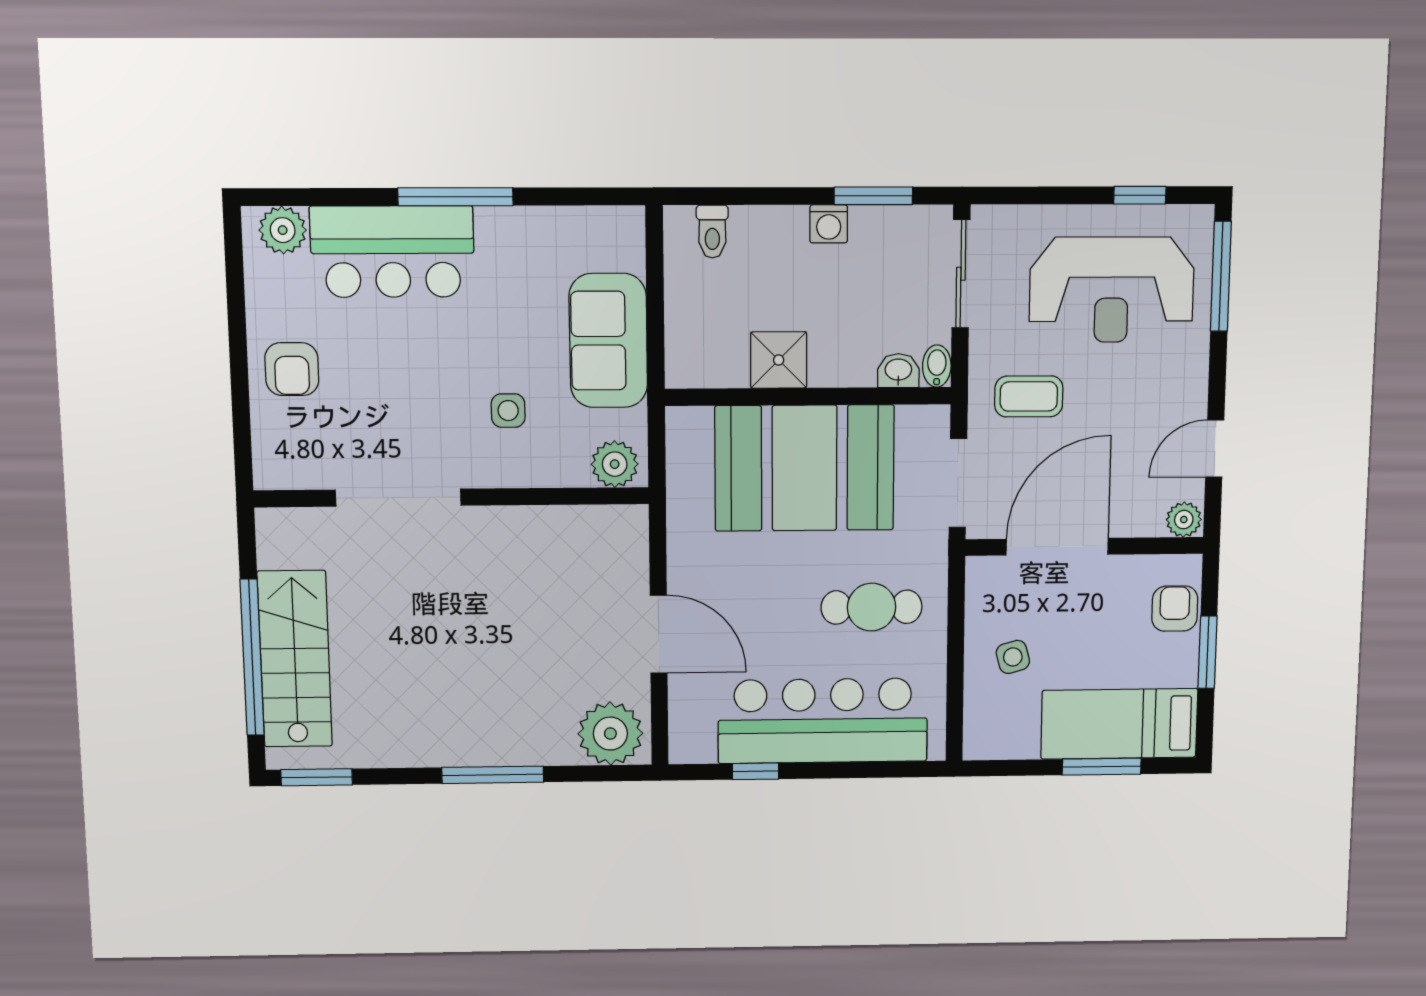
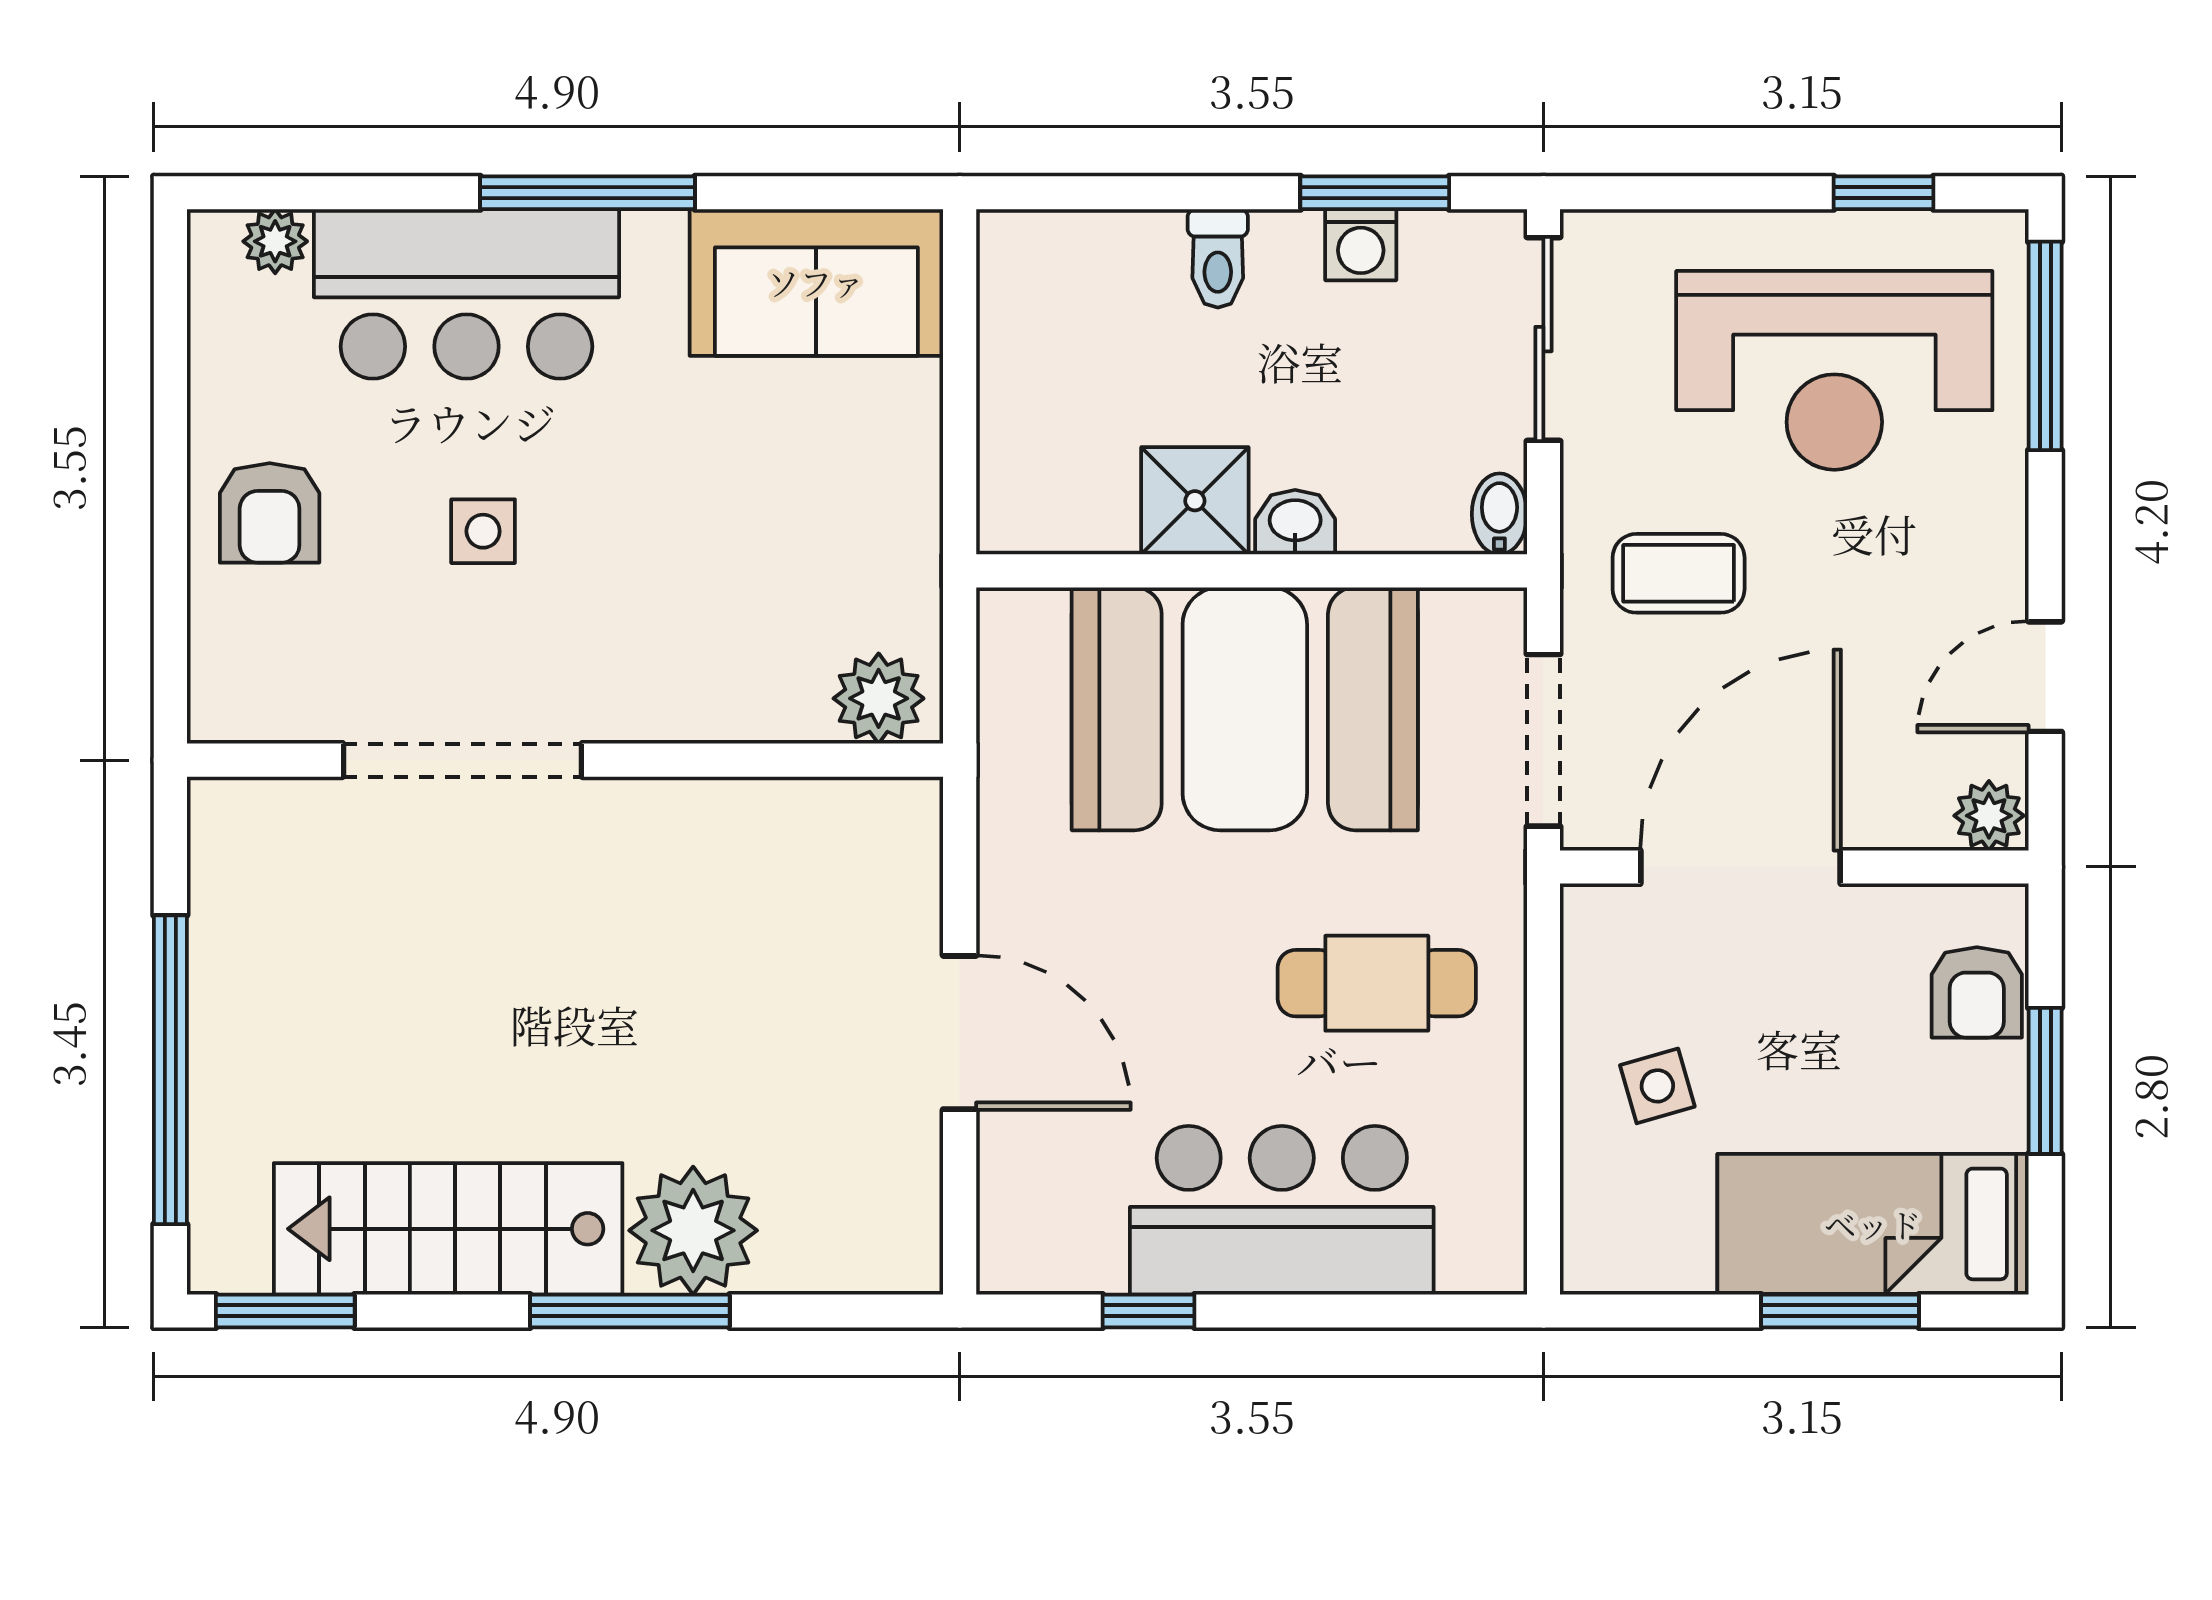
washing machine: (829, 224) -> (1361, 245), moved
plant: (283, 230) -> (275, 241), width x0.73, depth x0.73
toilet: (712, 232) -> (1218, 258), moved
sofa: (608, 341) -> (816, 282), moved, turned -90
washbasin: (898, 371) -> (1295, 522), moved
side table: (508, 411) -> (483, 531), moved
armchair: (1175, 609) -> (1977, 992), turned 180
stairs: (295, 659) -> (448, 1229), moved, turned -90
bar counter: (823, 721) -> (1282, 1210), width x0.73
plant: (610, 734) -> (693, 1230), moved

